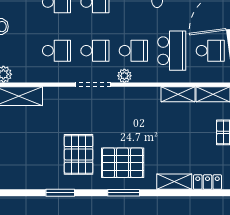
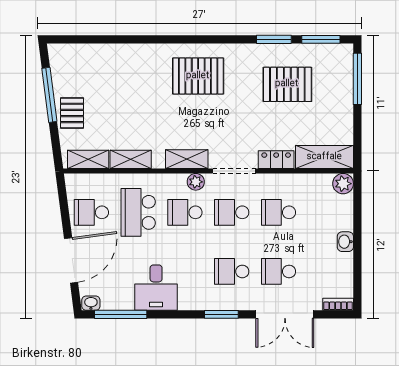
pallet: (79, 154) -> (287, 84), moved, turned 90
shelving: (174, 182) -> (187, 159), moved
locker: (208, 182) -> (276, 160), moved, turned 180
window: (124, 193) -> (321, 39), moved

